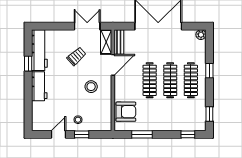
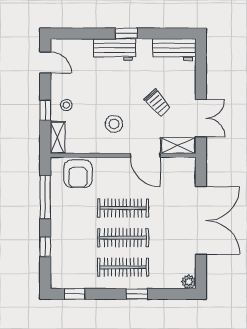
bench: (119, 42) -> (178, 164), removed
workbench: (39, 50) -> (174, 50), width x0.73
window: (28, 64) -> (126, 33), moved
shelving: (101, 126) -> (58, 137), added
door: (58, 134) -> (45, 62), moved
window: (142, 134) -> (45, 197), width x1.44
window: (188, 134) -> (45, 247), moved

